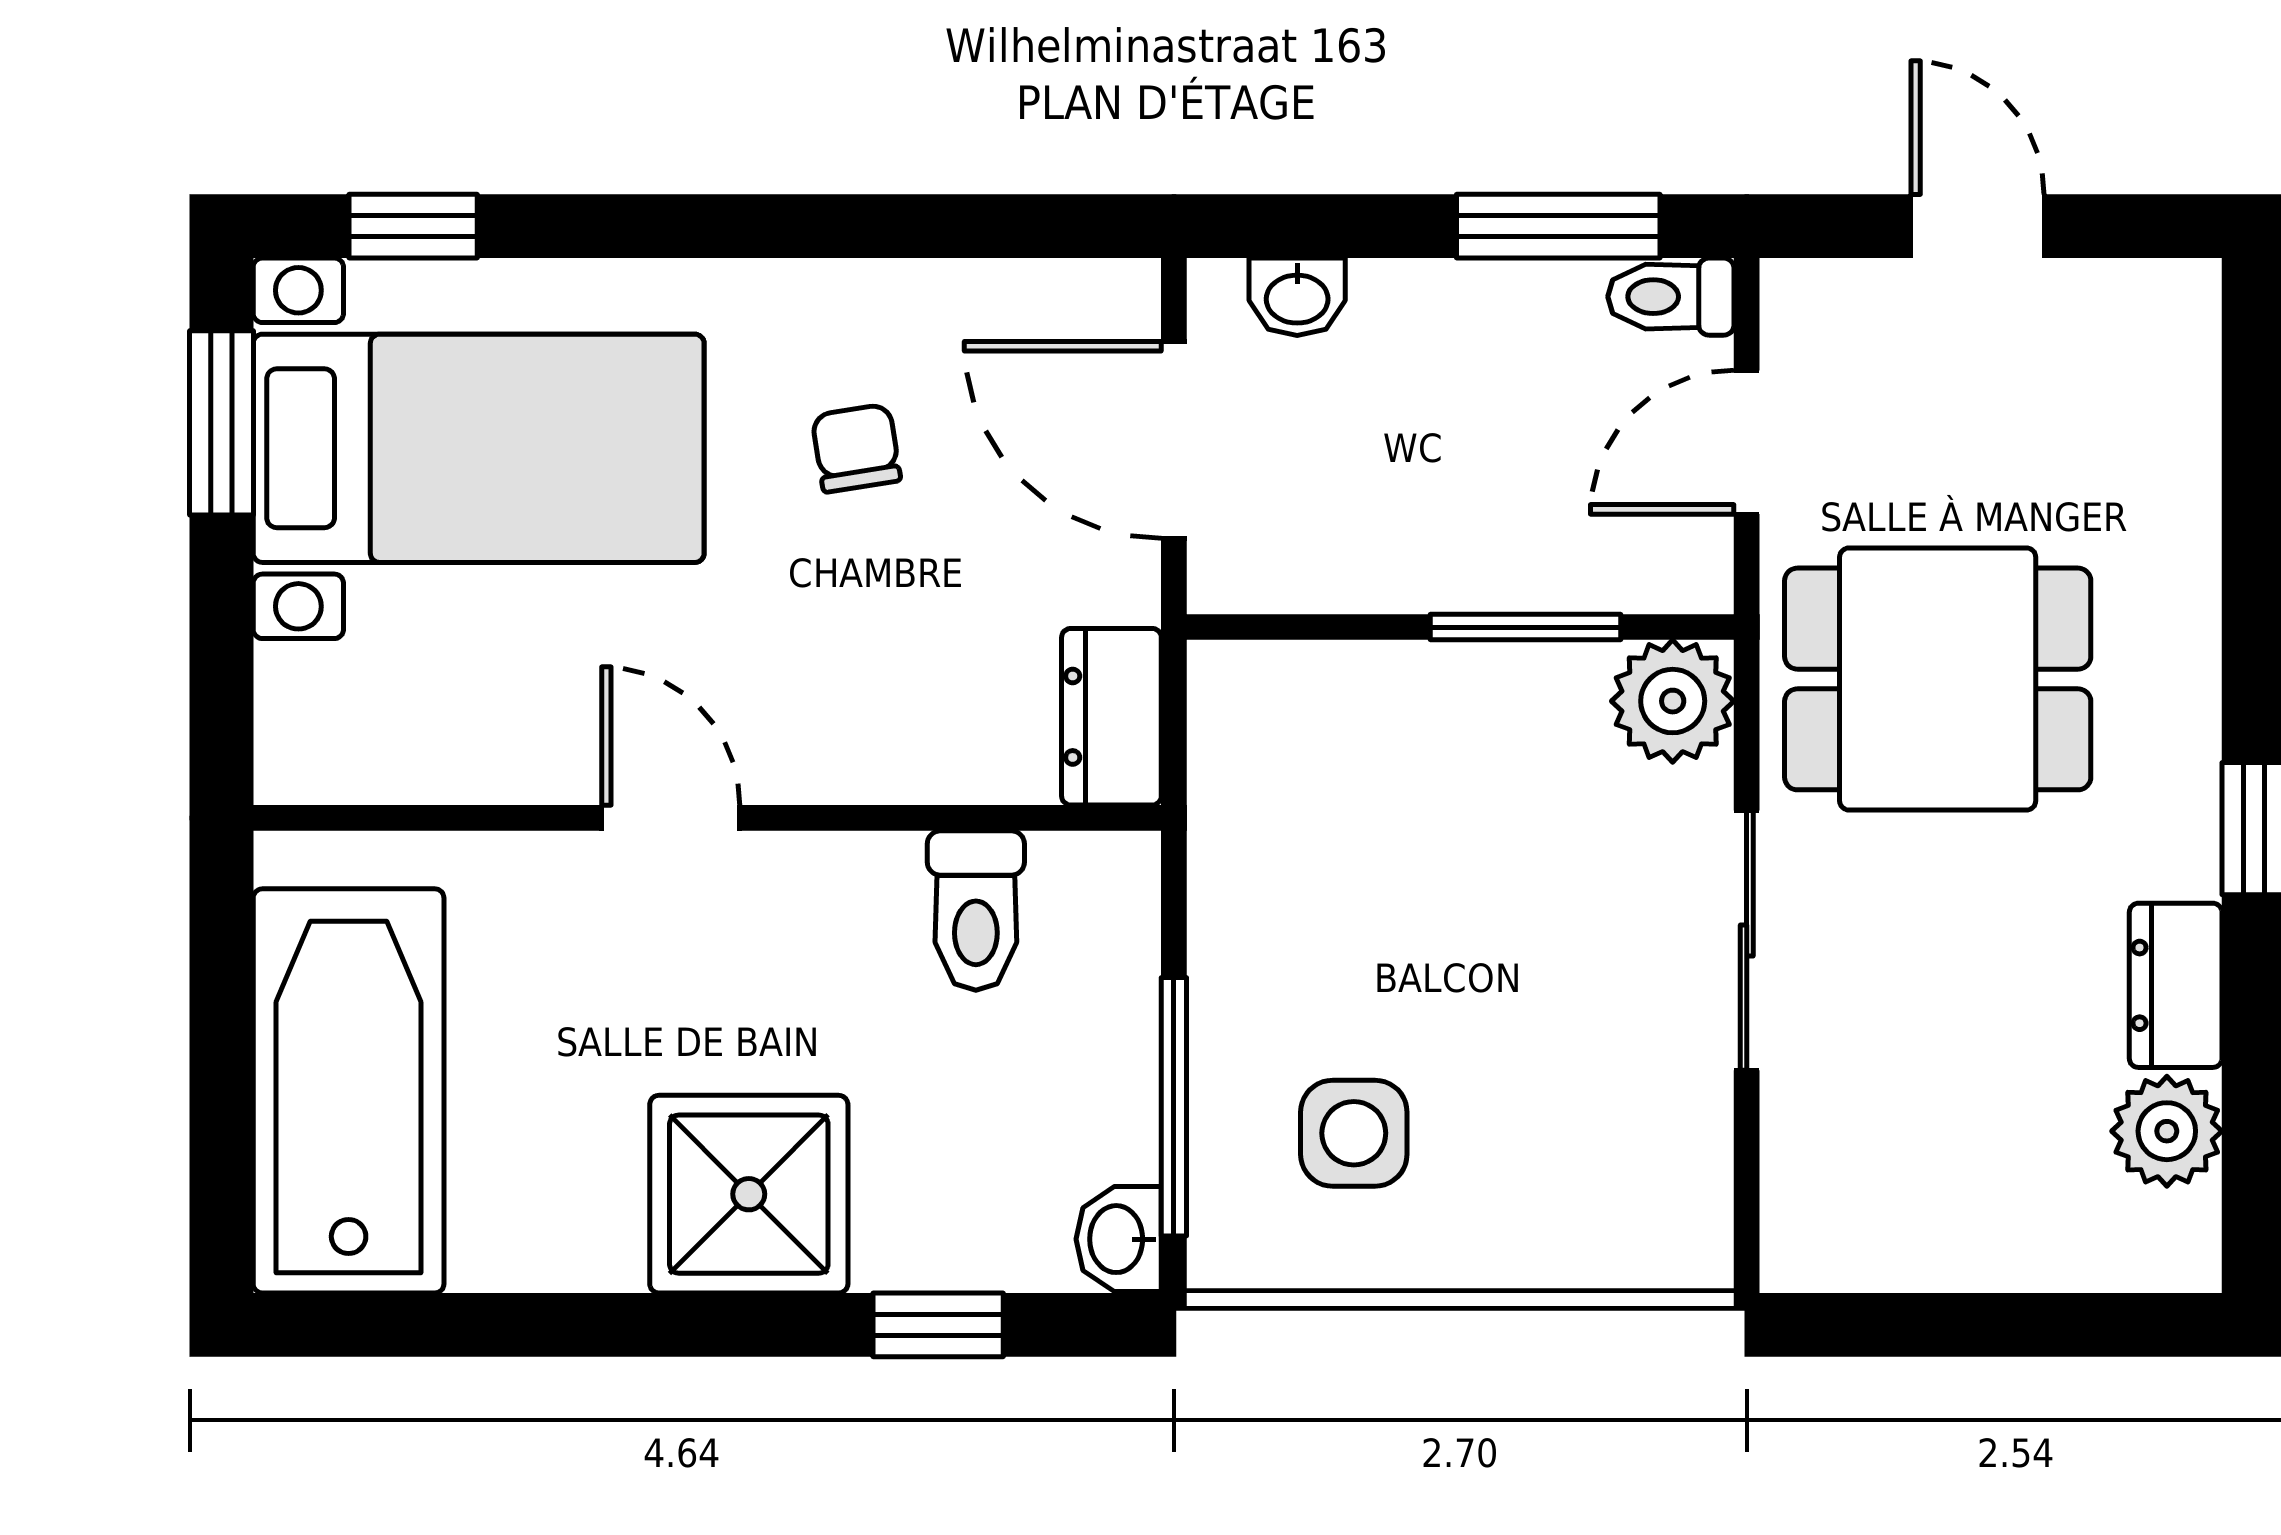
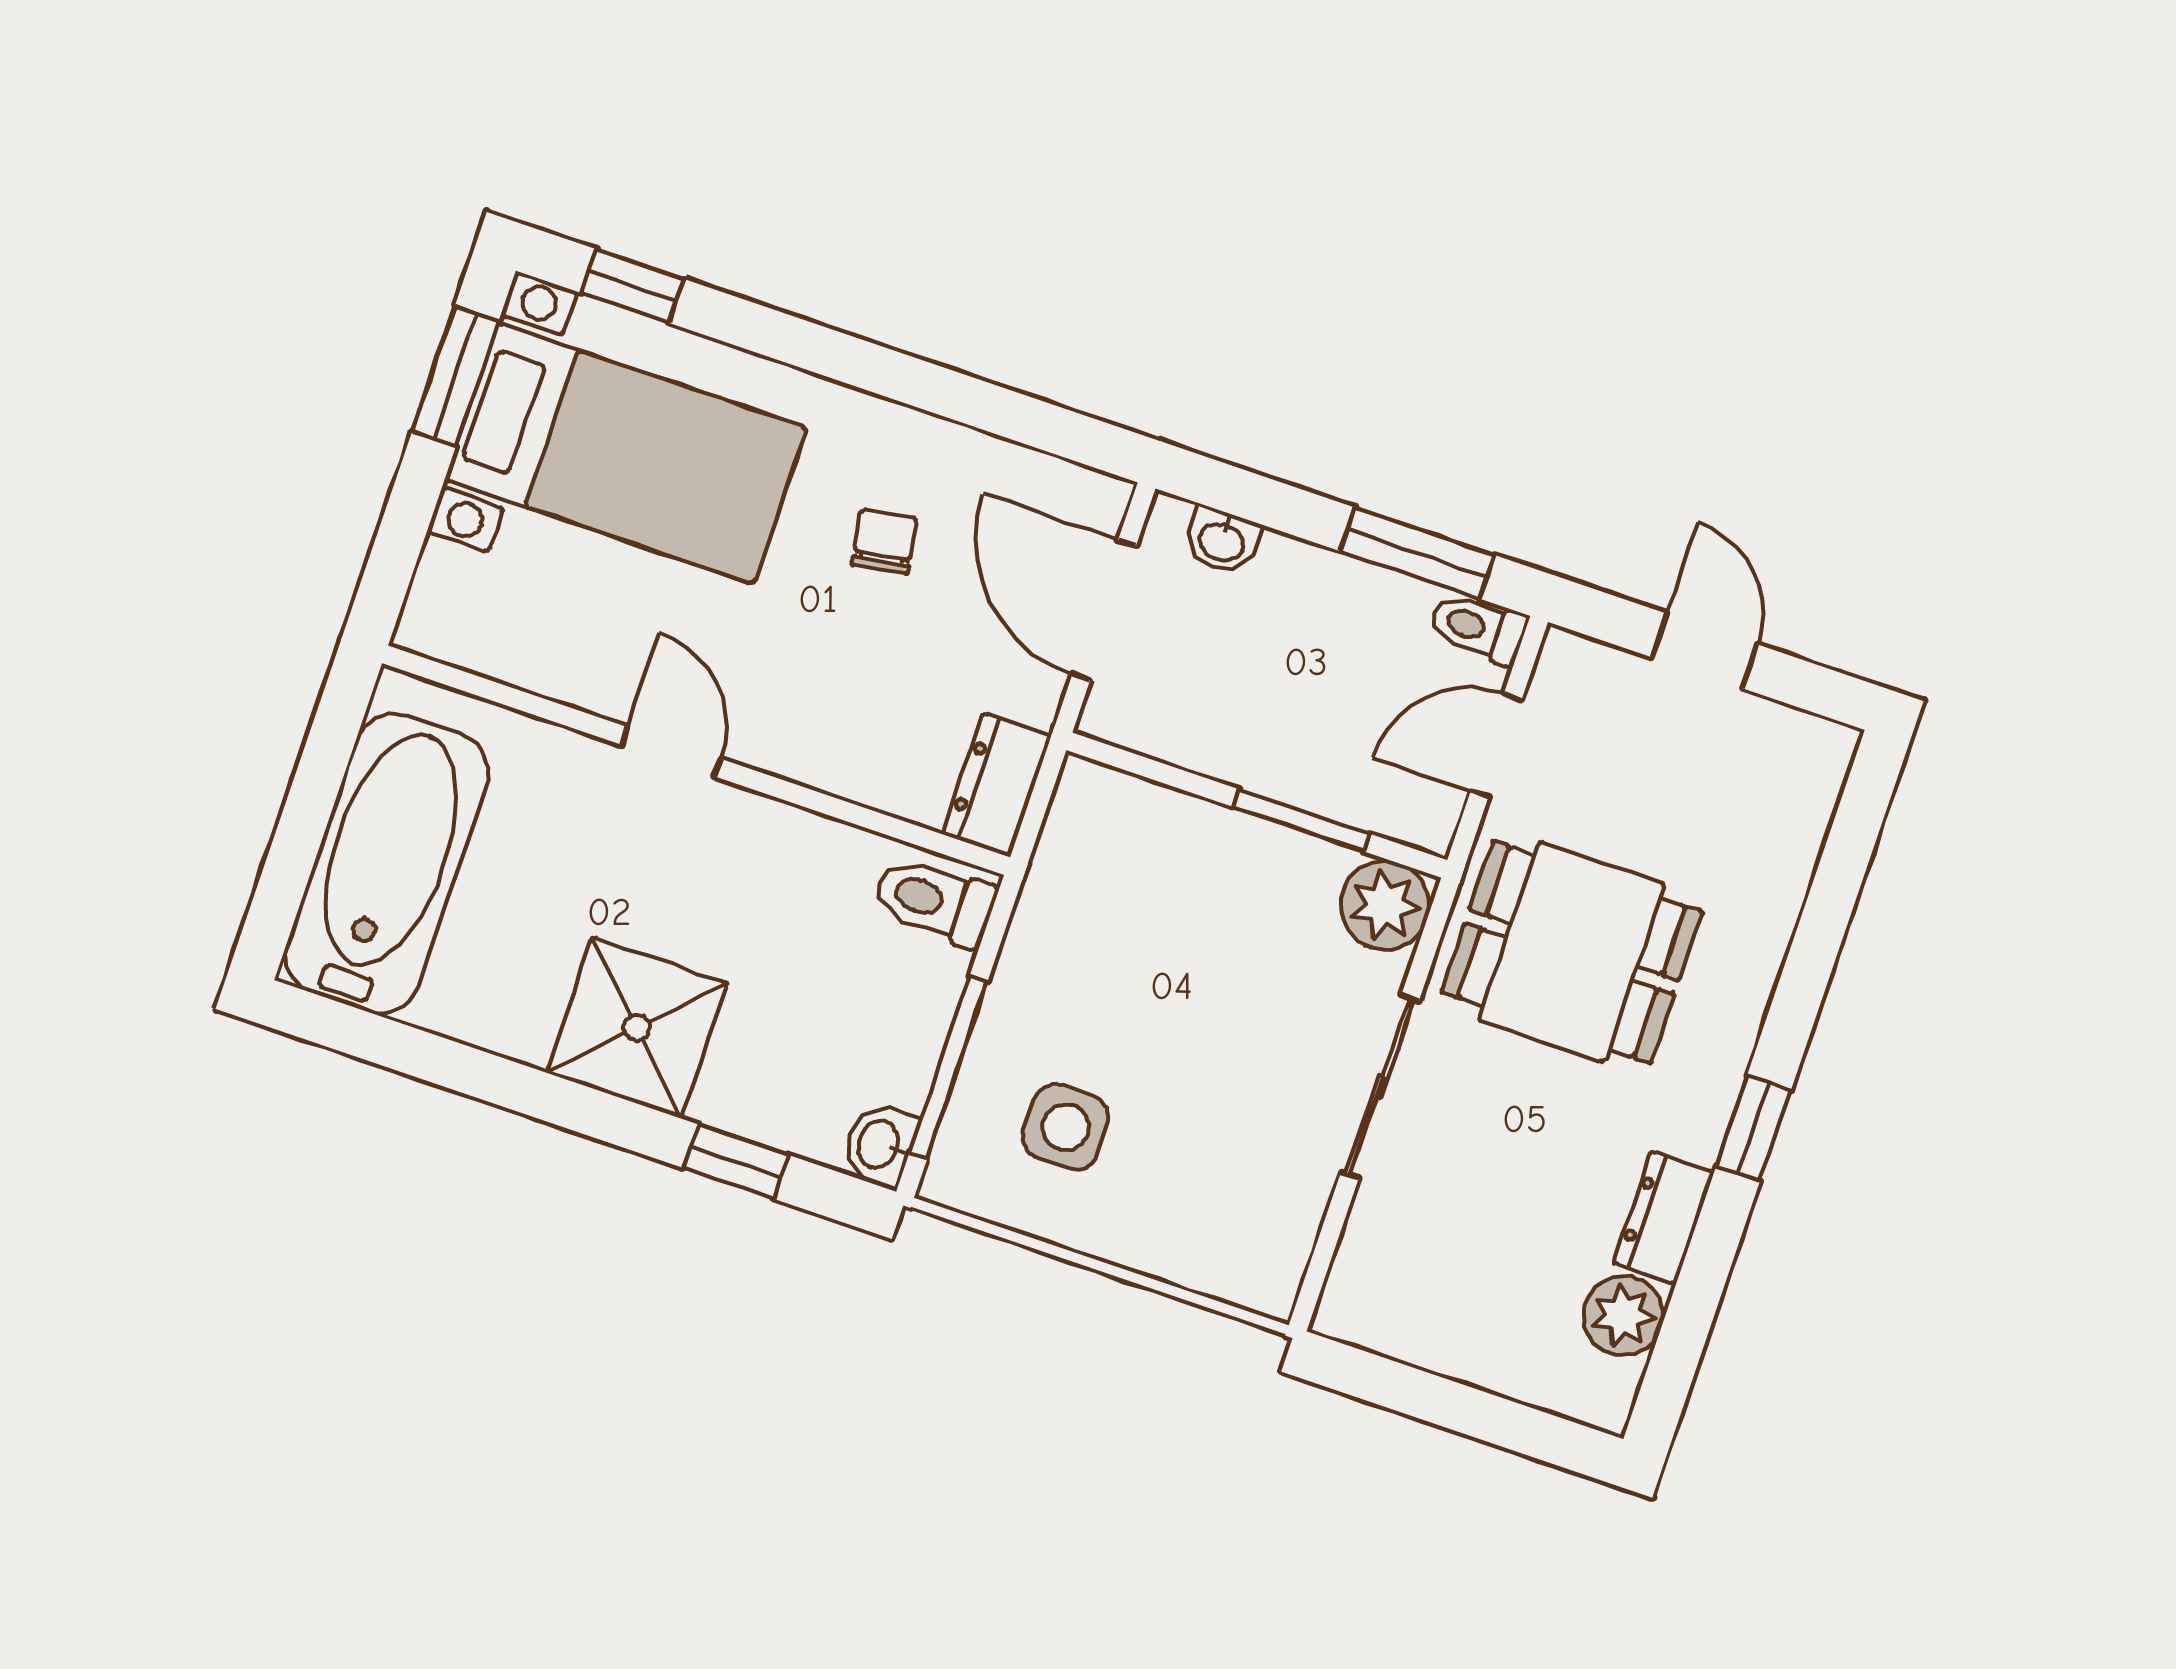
toilet: (976, 911) -> (934, 901), moved, turned 90

